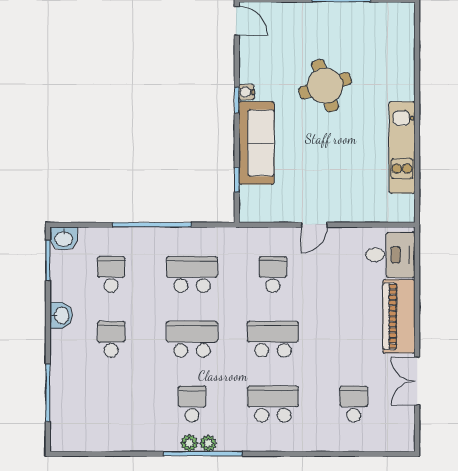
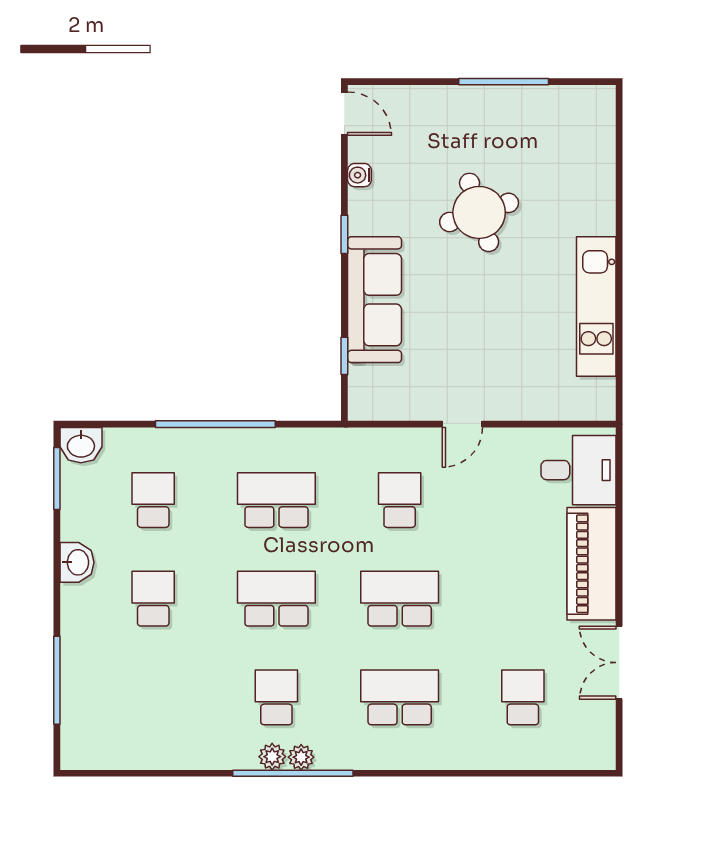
water cooler: (247, 92) -> (359, 175), moved

